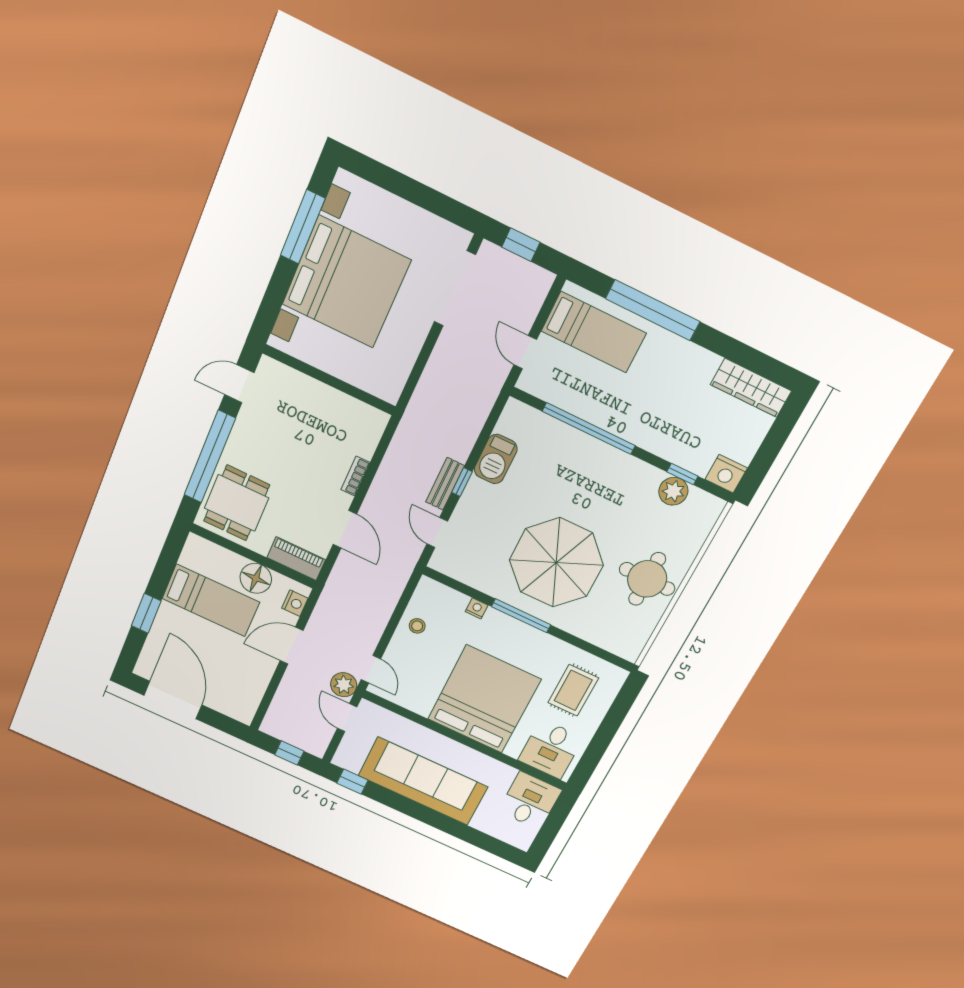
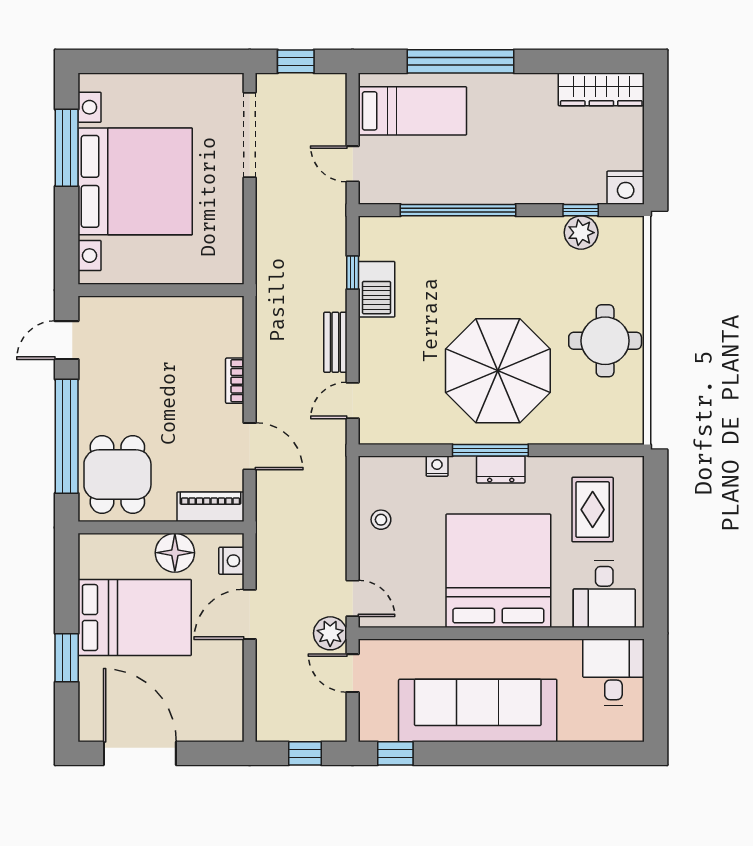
window: (462, 482) -> (353, 272), moved
door: (437, 533) -> (353, 400), hinge flipped
bed: (211, 600) -> (135, 618), width x1.50
dresser: (522, 633) -> (501, 470), added

